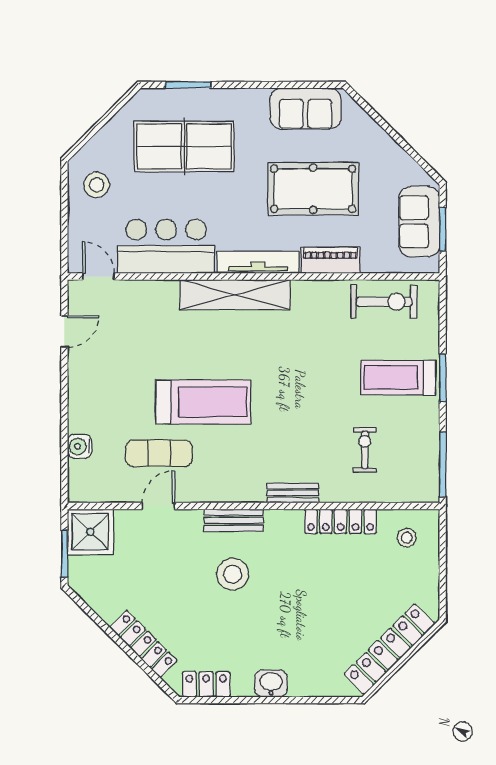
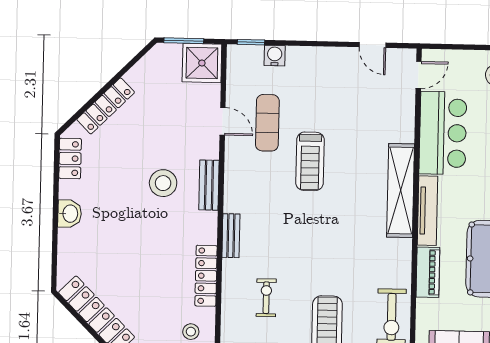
treadmill: (203, 402) -> (310, 161), width x0.73, depth x0.73
exercise bike: (365, 450) -> (266, 298), turned -90
window: (64, 475) -> (251, 42), added

